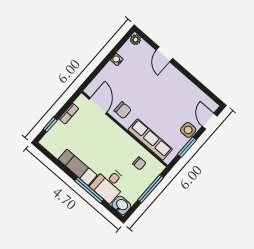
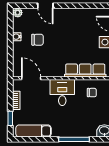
chair: (123, 110) -> (38, 40), moved
exam couch: (78, 167) -> (33, 131), moved
desk: (109, 184) -> (62, 93), moved, turned 180

